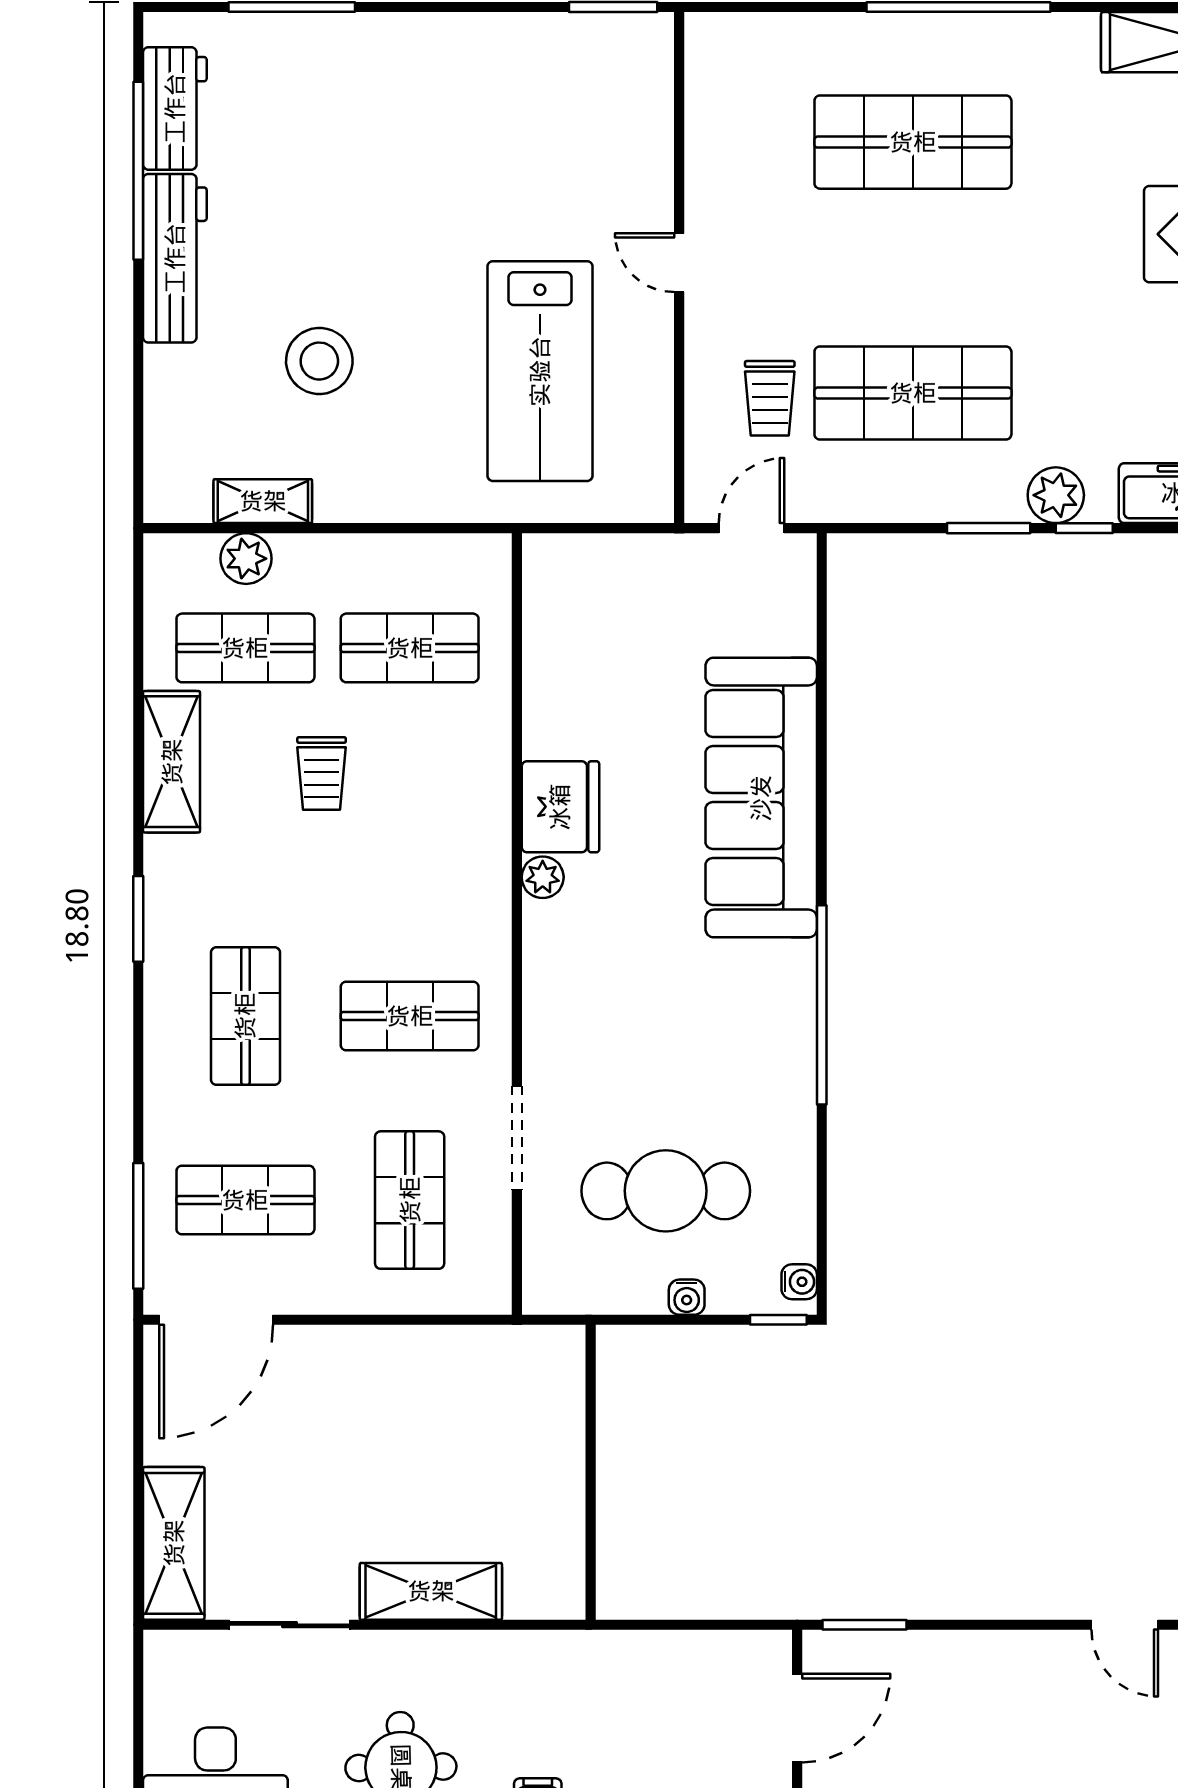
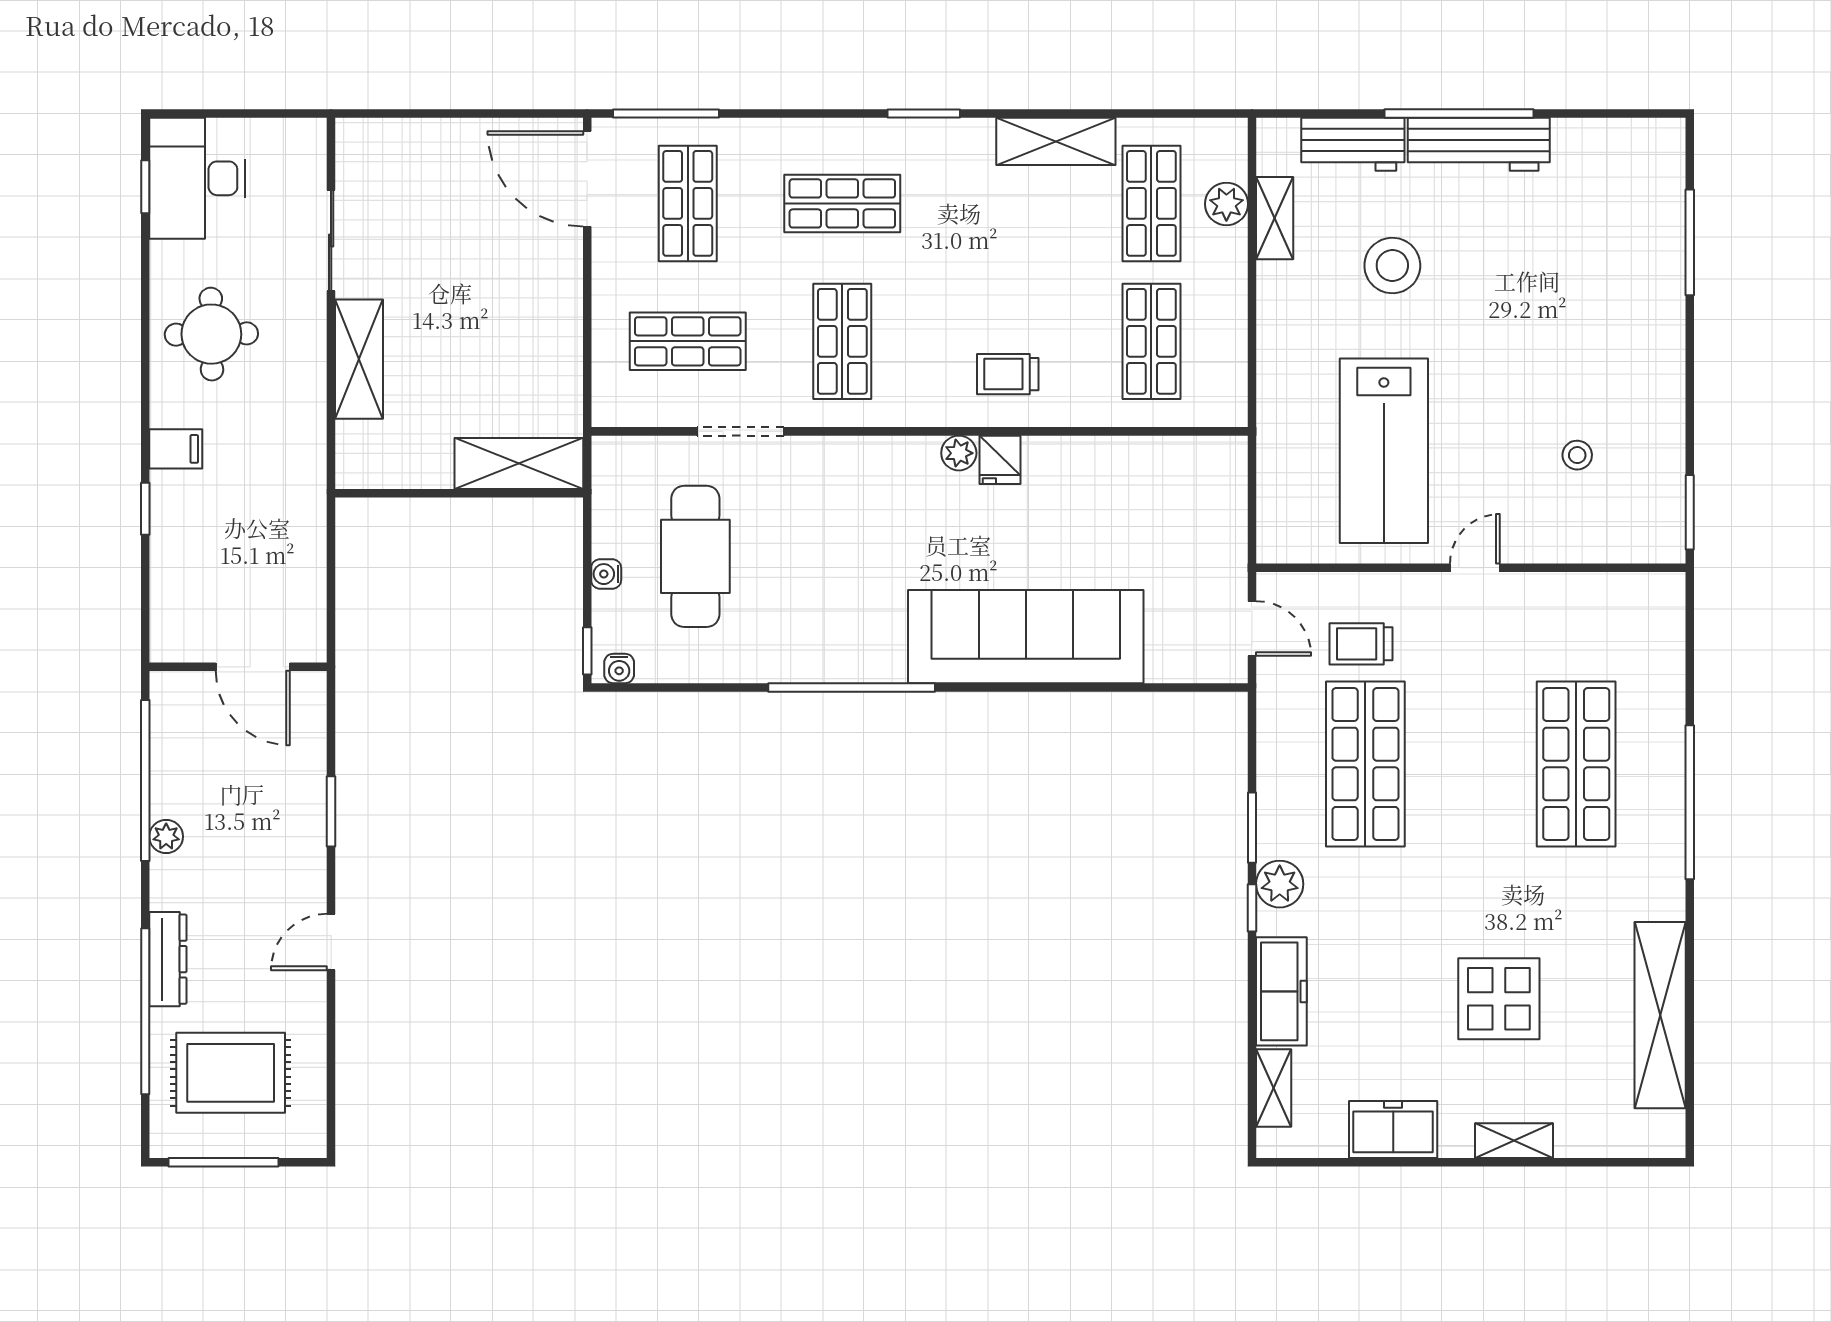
workbench: (175, 108) -> (1353, 144), moved
stool: (545, 141) -> (1577, 455), added
window: (138, 171) -> (1459, 113), moved
lab bench: (540, 371) -> (1384, 451), turned -90
trolley: (322, 773) -> (1008, 374), moved
fridge: (560, 807) -> (1000, 460), width x0.53, depth x0.75
shelving: (174, 1543) -> (519, 464), moved
window: (864, 1625) -> (331, 811), moved

